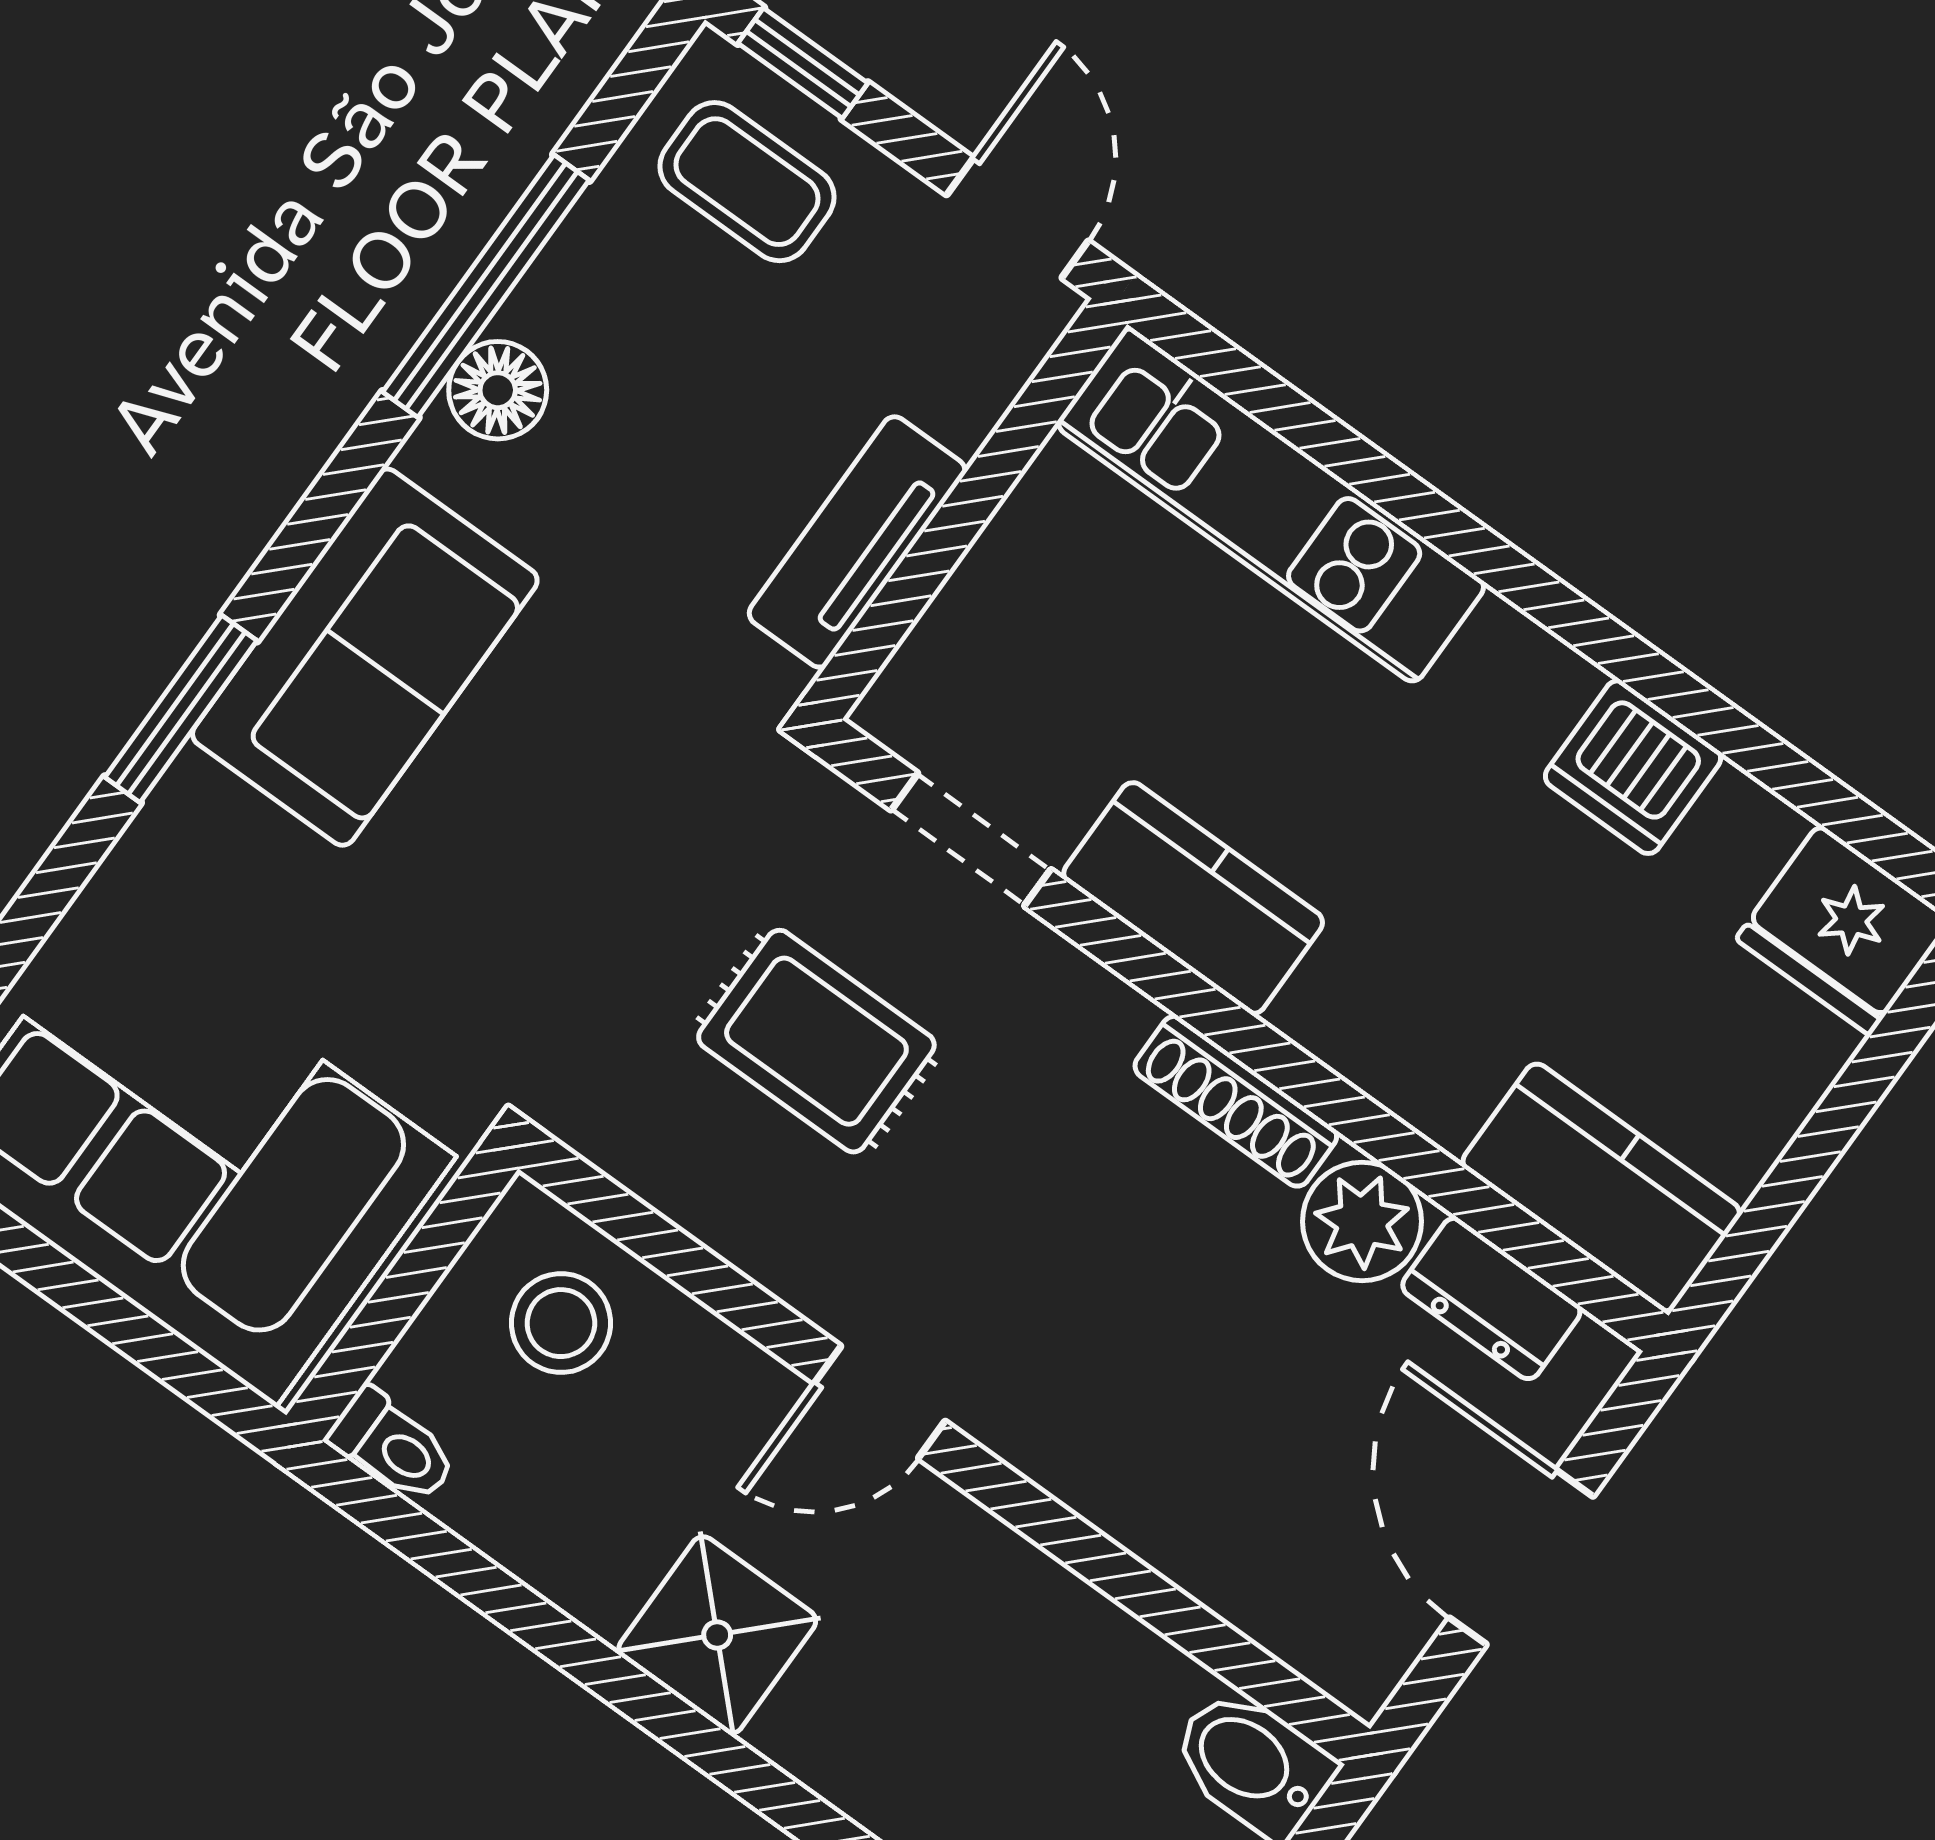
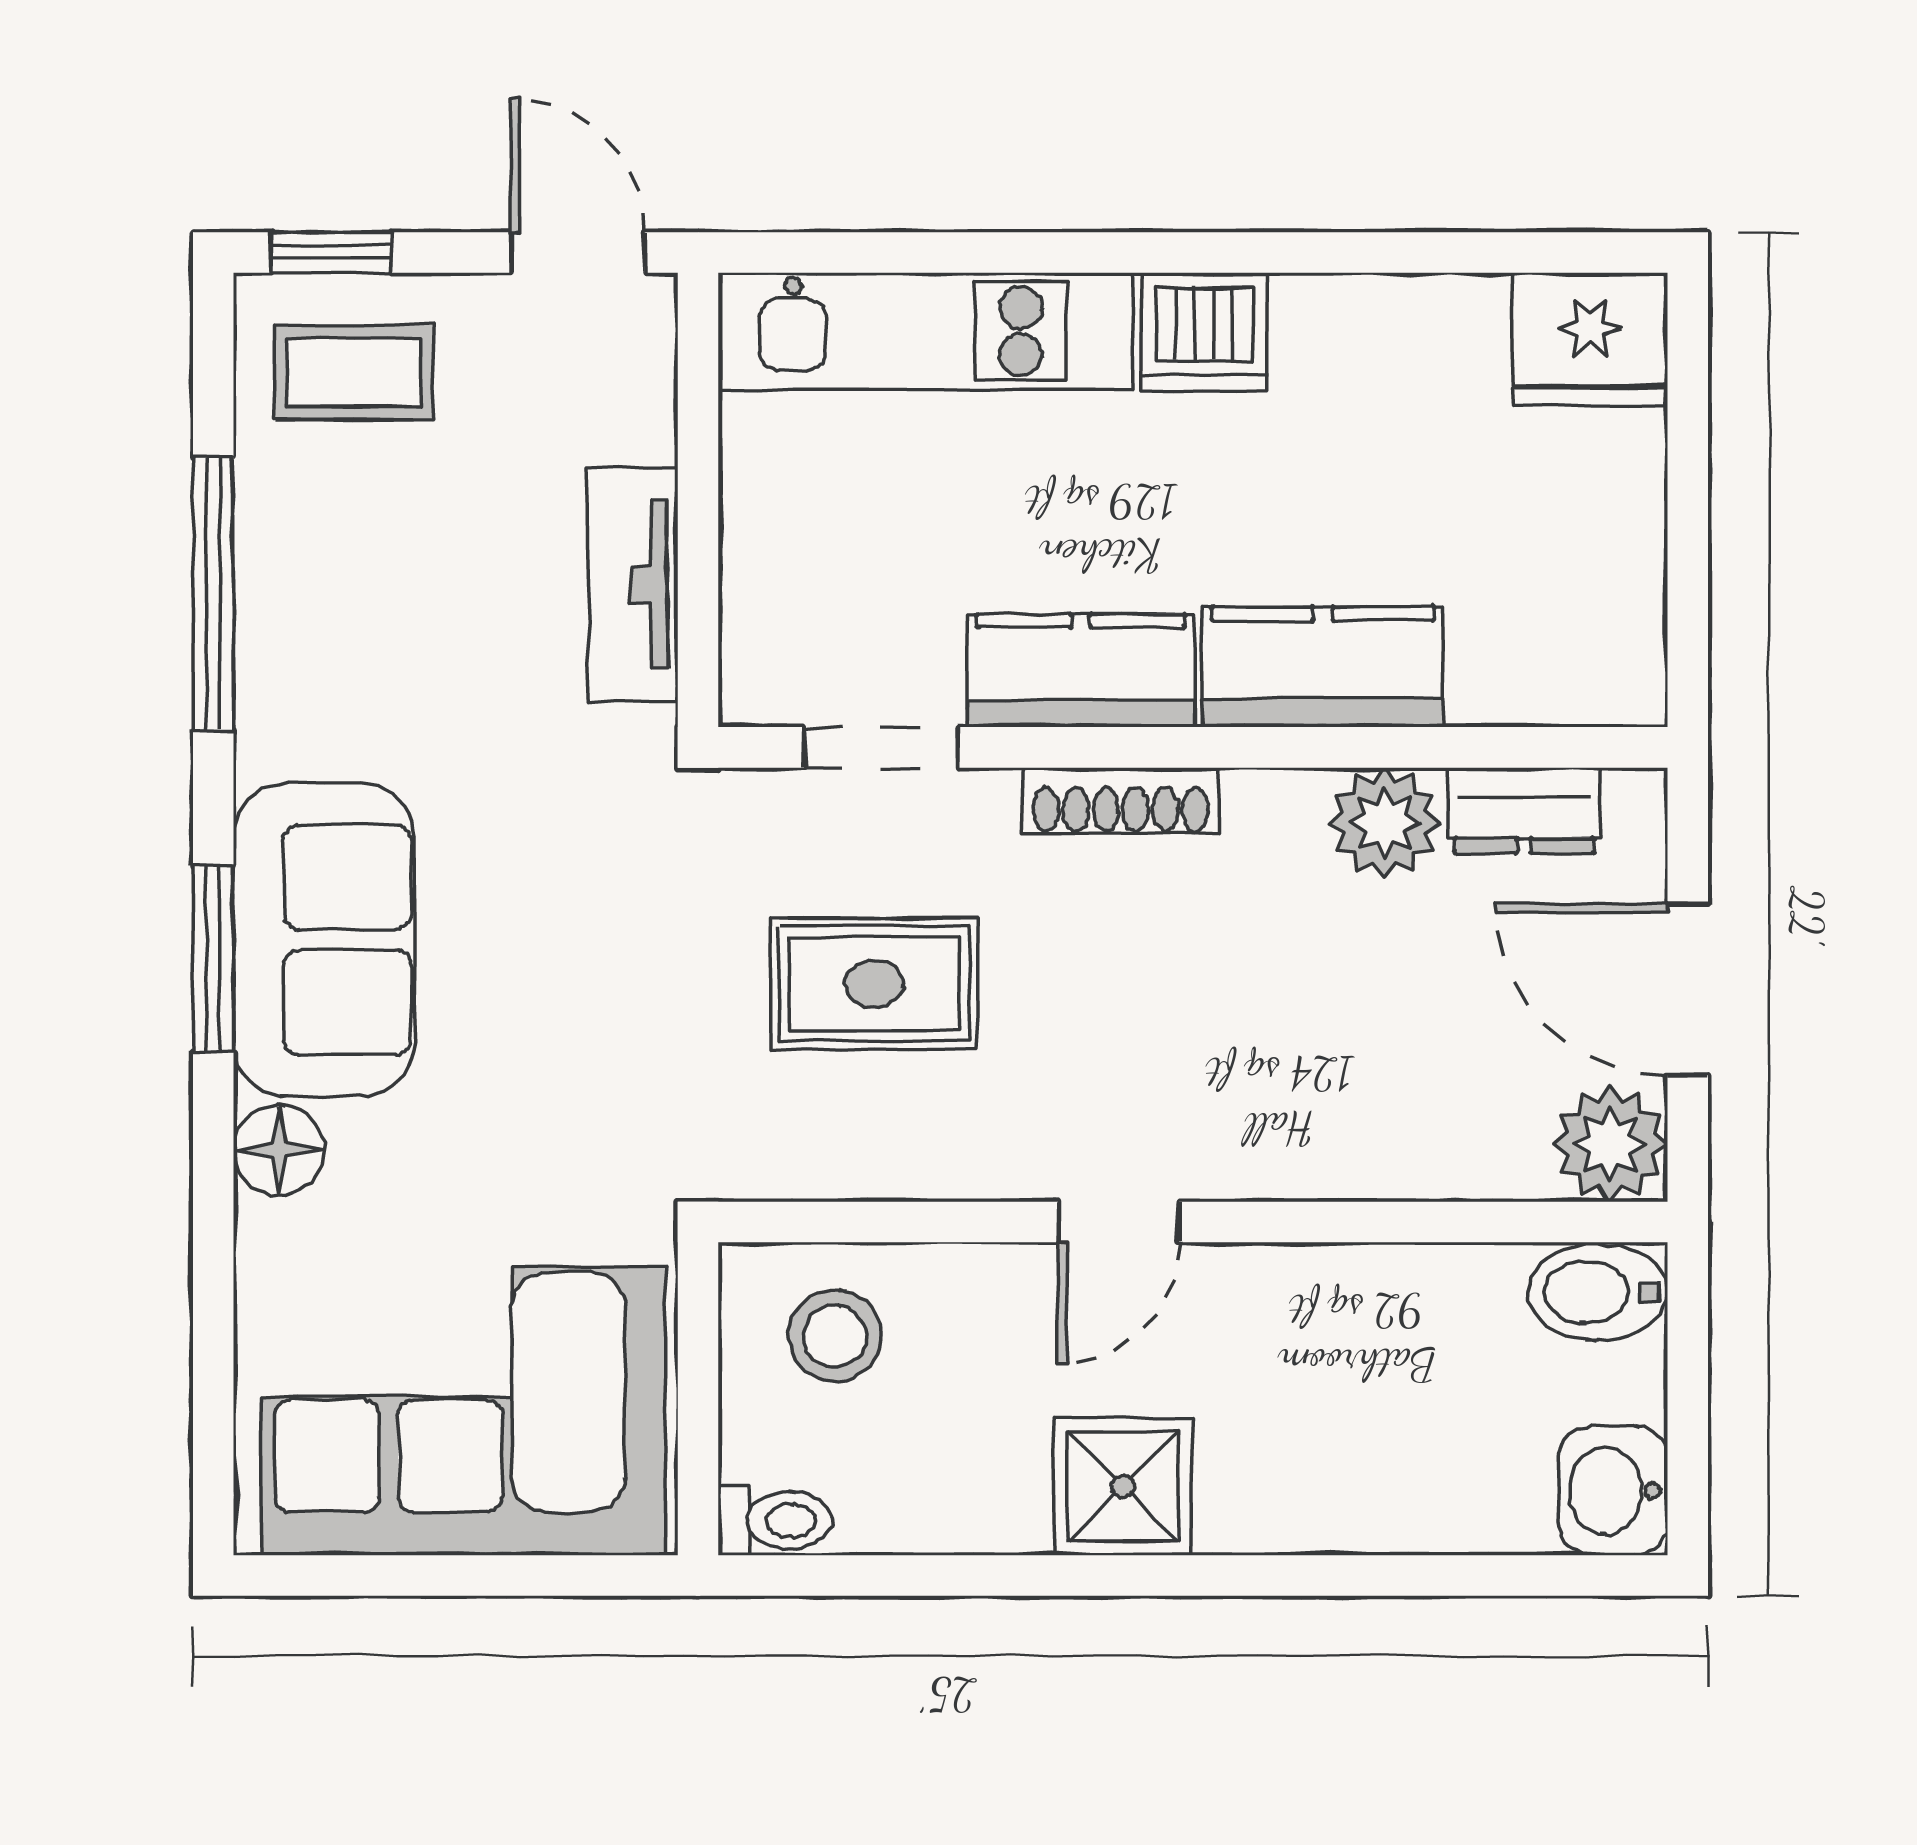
floor lamp: (498, 390) -> (279, 1150), moved
window: (181, 709) -> (213, 959), moved
dishwasher: (1633, 767) -> (1204, 332), moved
shoe rack: (1236, 1101) -> (1121, 801), moved
kitchen counter: (1601, 1187) -> (1323, 667), moved
plant: (1356, 1643) -> (1610, 1144), added

